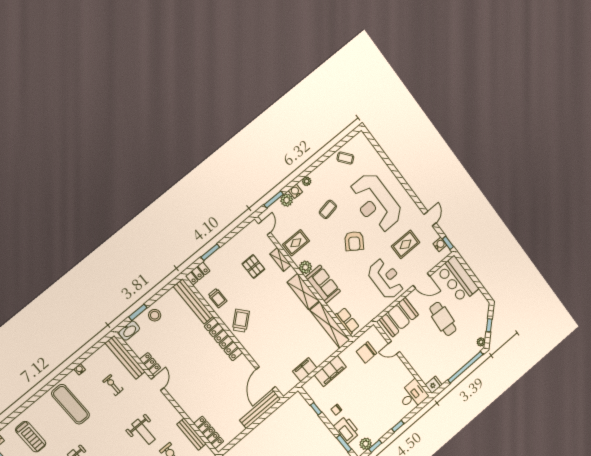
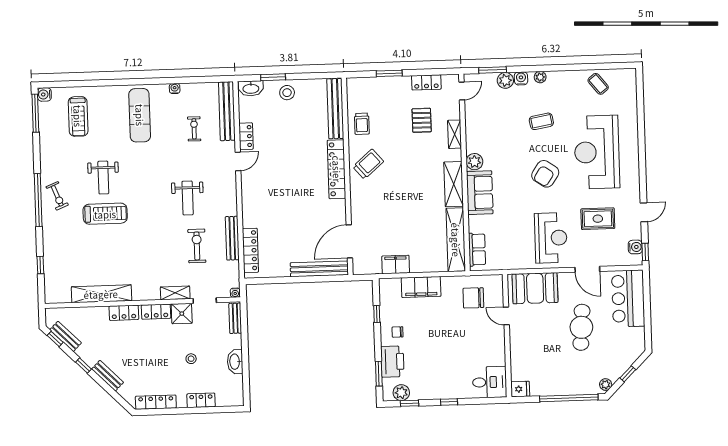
rug: (296, 243) -> (483, 130), removed
locker: (198, 273) -> (426, 82), moved

